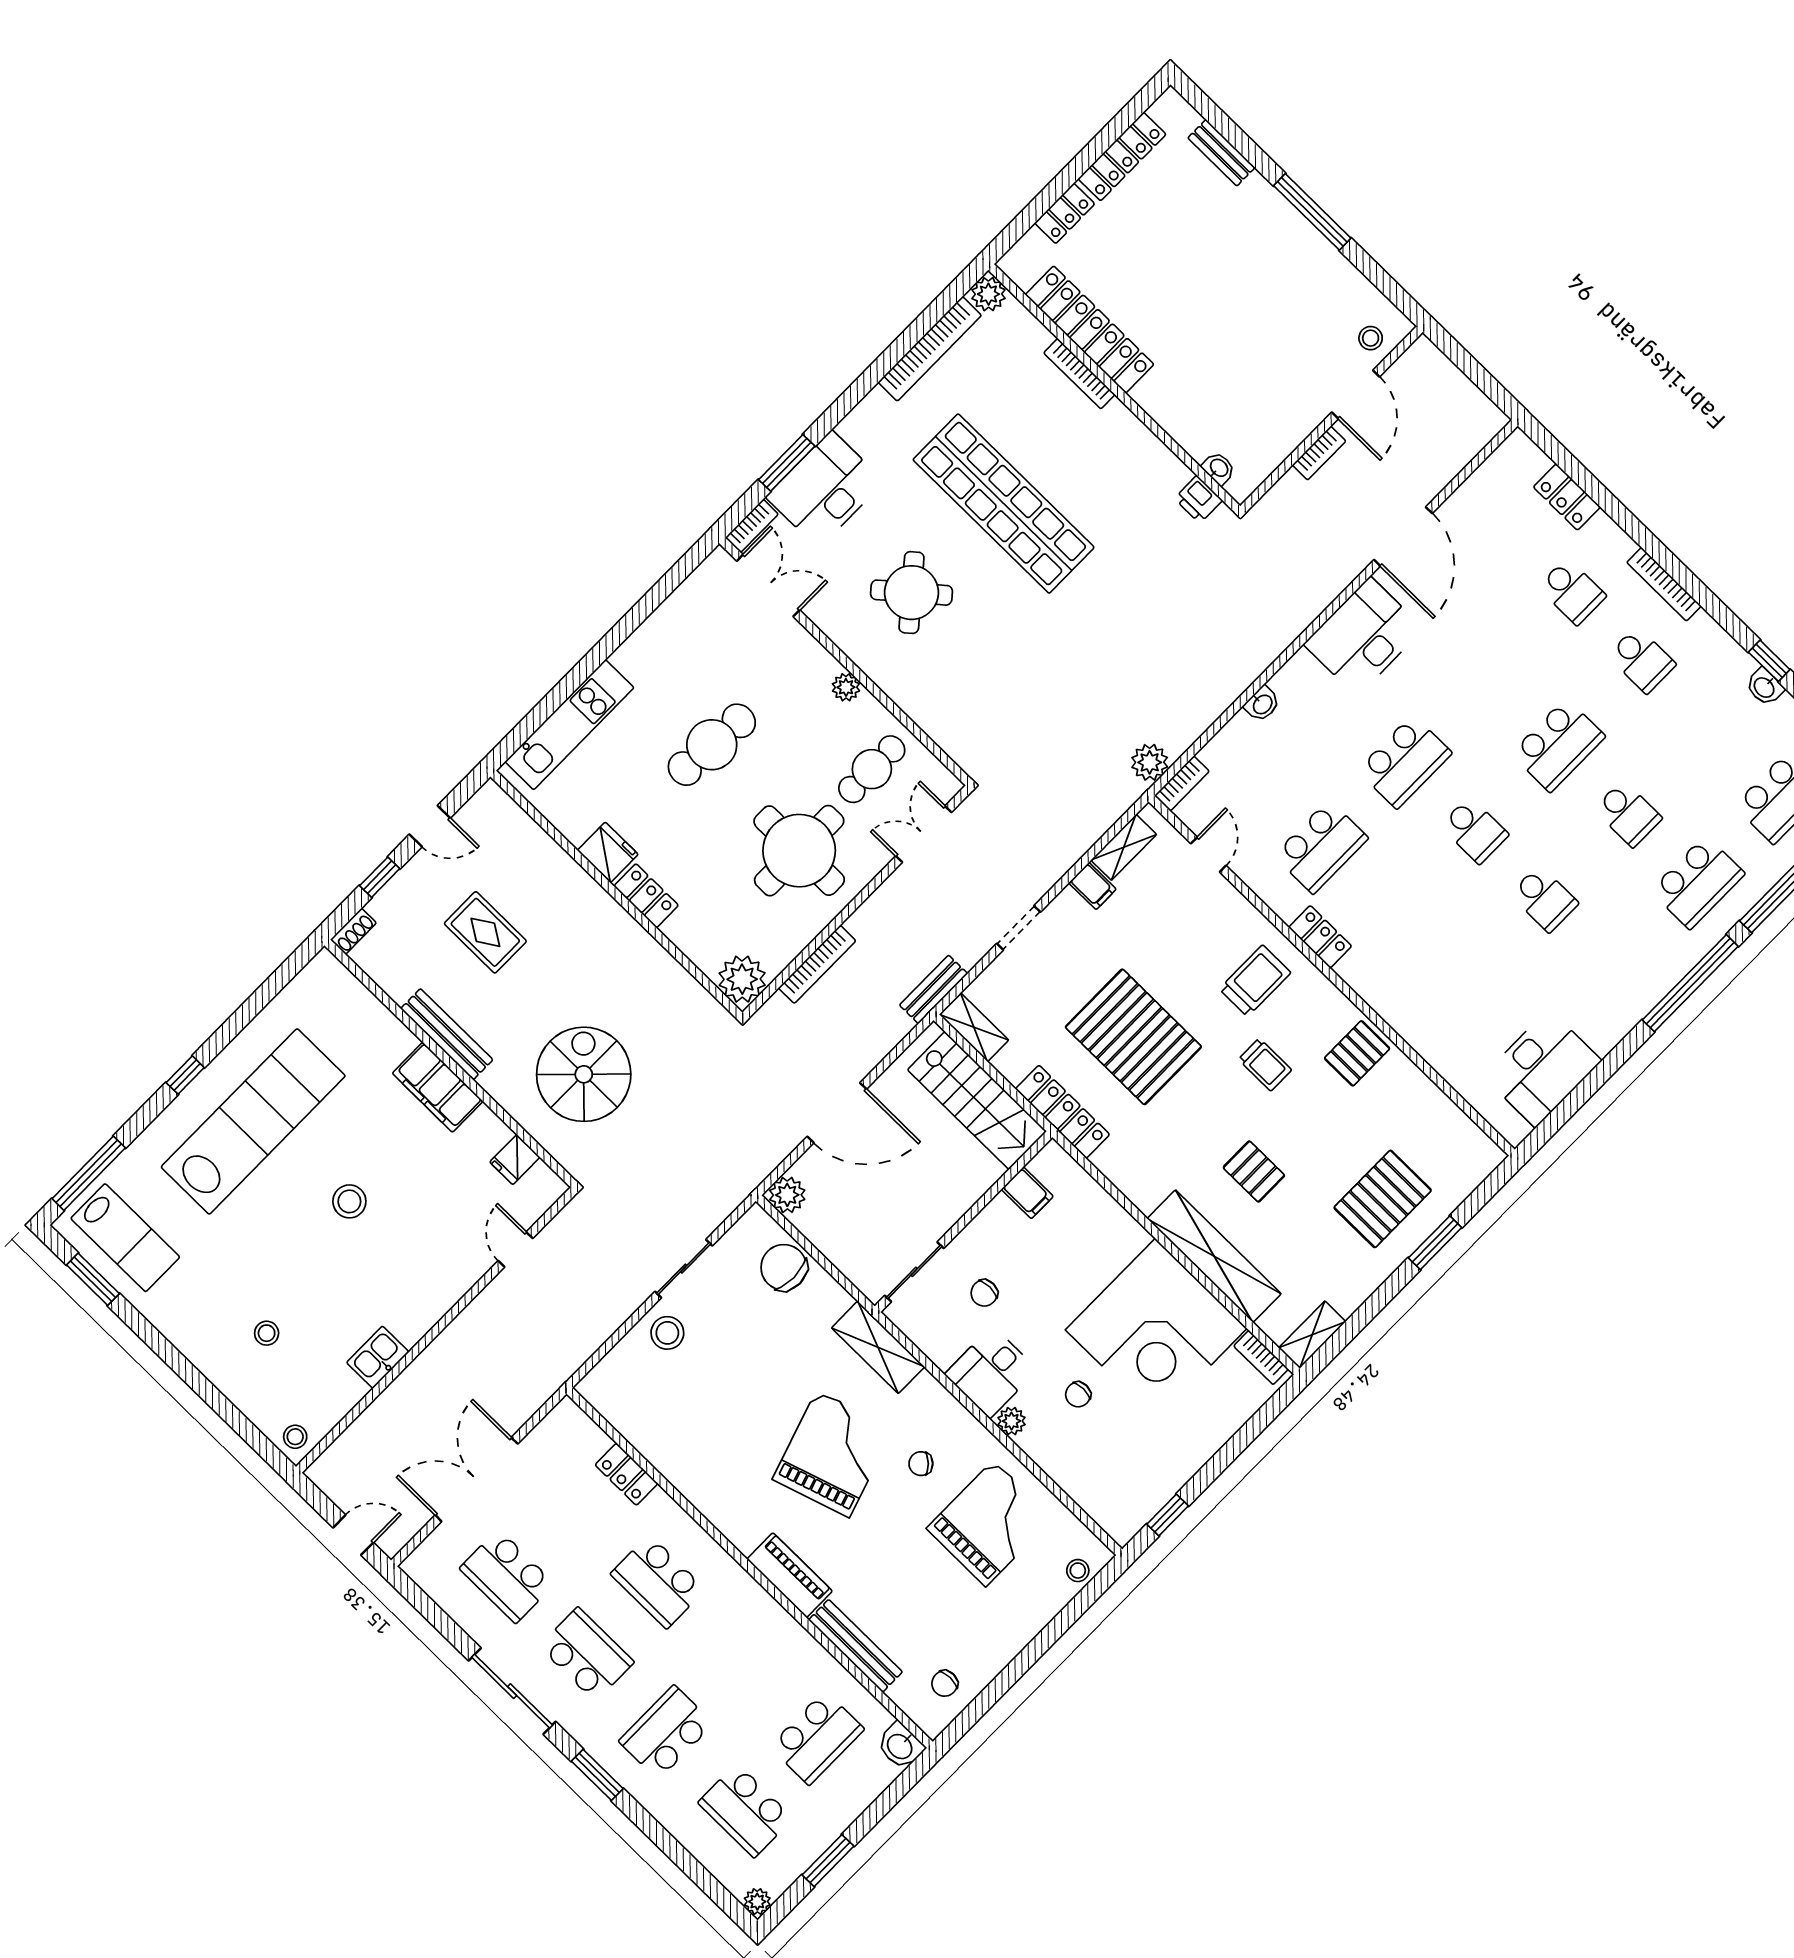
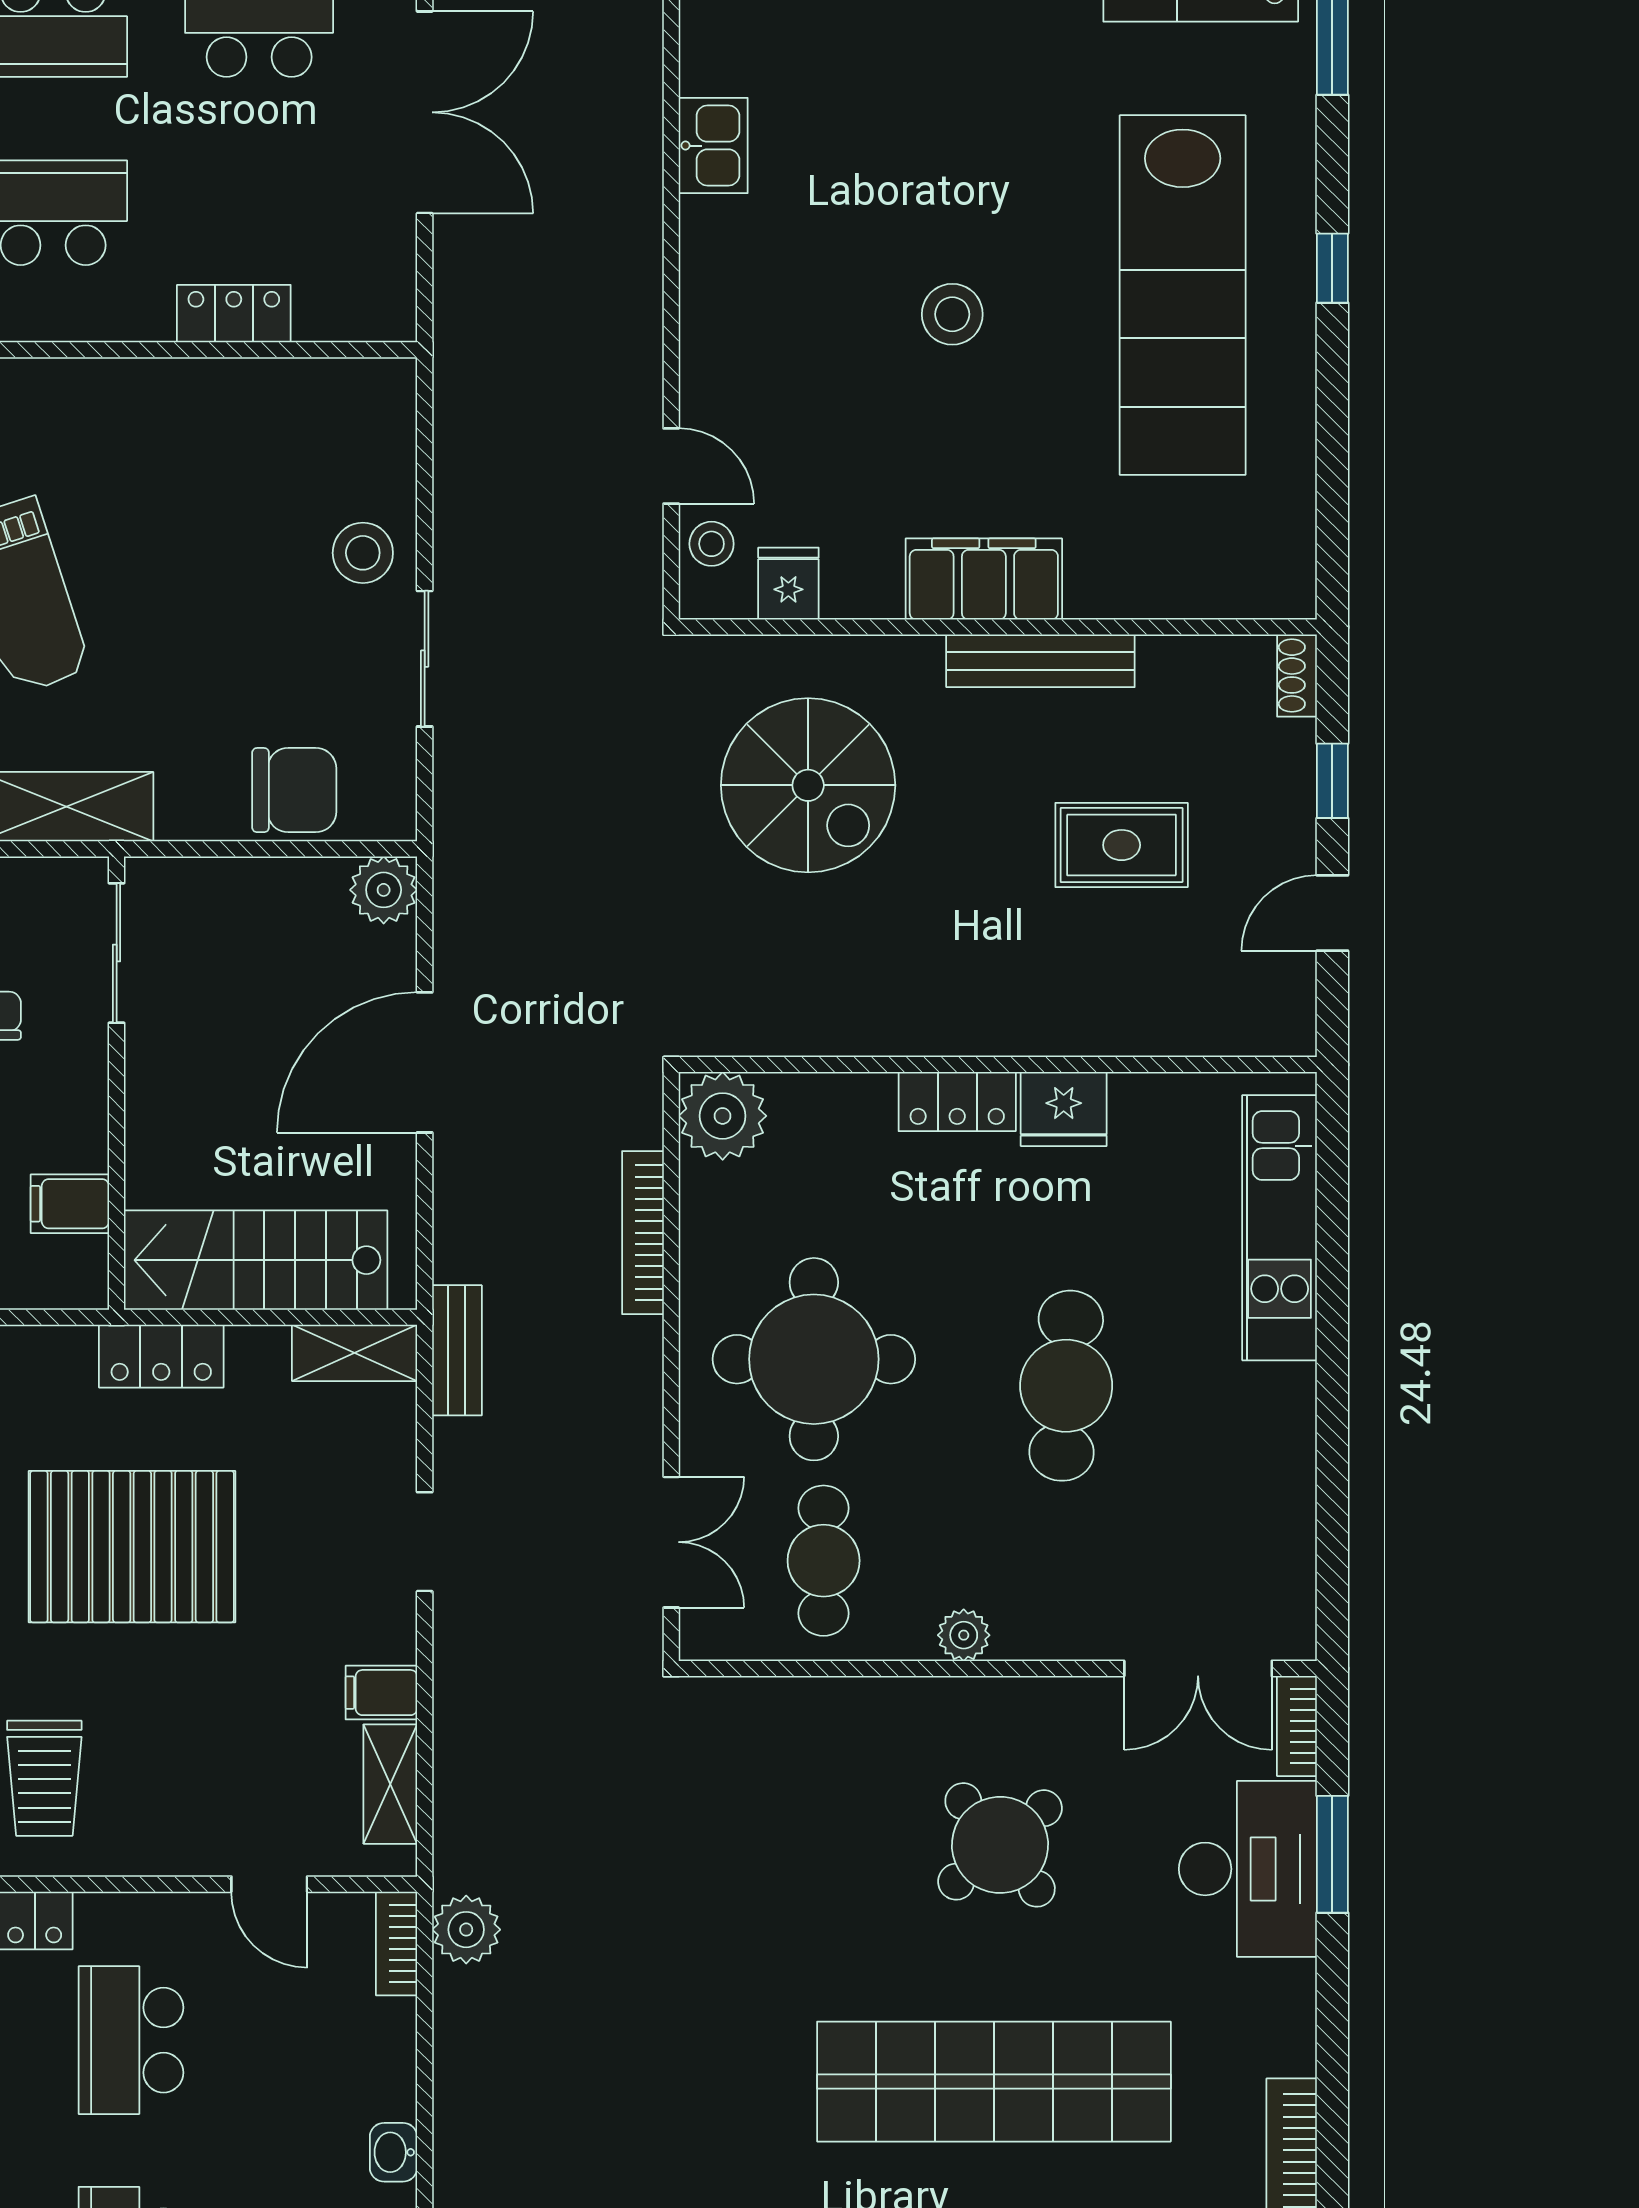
locker: (1063, 1112) -> (161, 1356), width x0.66
stool: (267, 1333) -> (712, 544), moved

